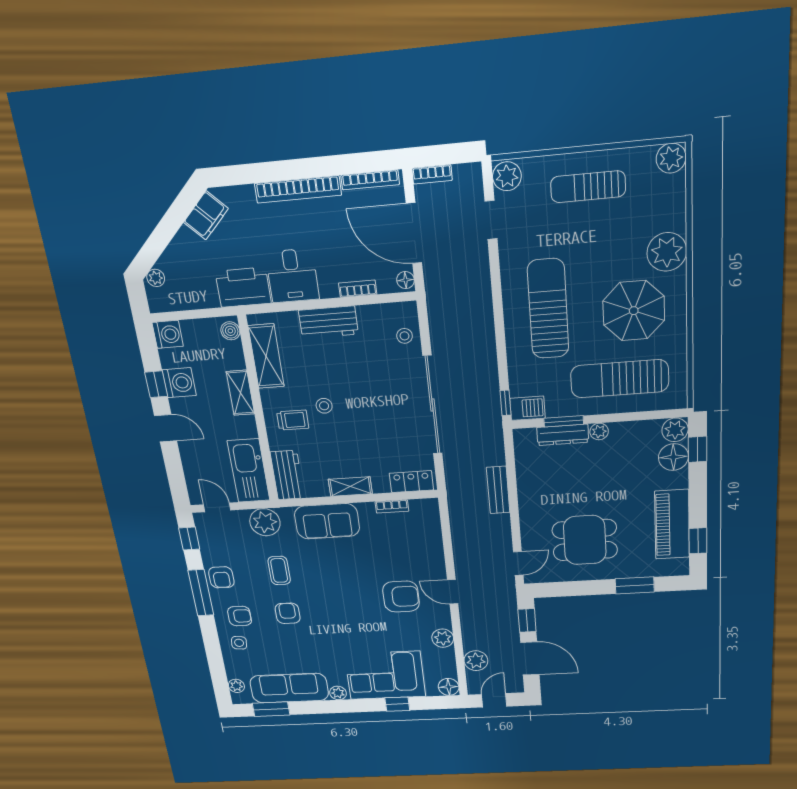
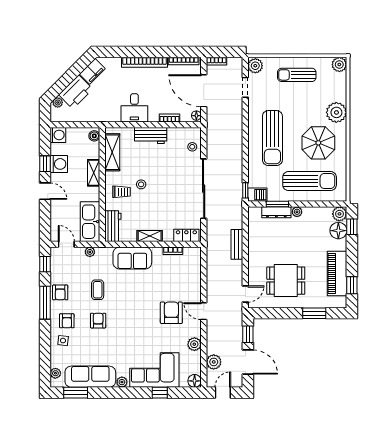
printer: (243, 287) -> (76, 92), moved, turned 135
sun lounger: (548, 309) -> (272, 138), turned 180
sun lounger: (620, 379) -> (310, 181), turned 180
plant: (265, 522) -> (90, 252), width x0.53, depth x0.53
armchair: (401, 597) -> (171, 313), turned -90
armchair: (240, 616) -> (67, 321), turned 90

